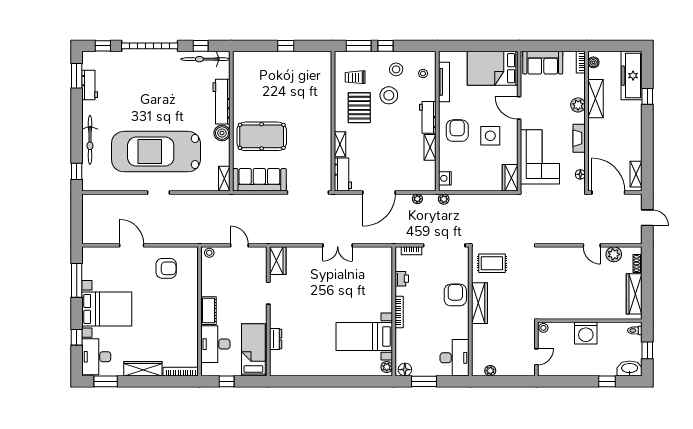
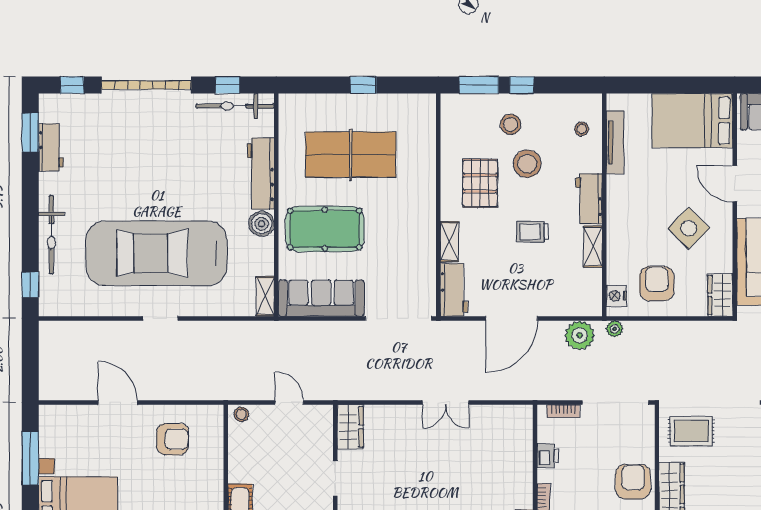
stool: (396, 69) -> (511, 124), moved
trolley: (355, 77) -> (532, 232), moved
table tennis table: (278, 90) -> (351, 155), added
armchair: (457, 131) -> (657, 284), moved
side table: (490, 136) -> (689, 228), turned 45
plant: (417, 199) -> (580, 335), width x1.88, depth x1.88

